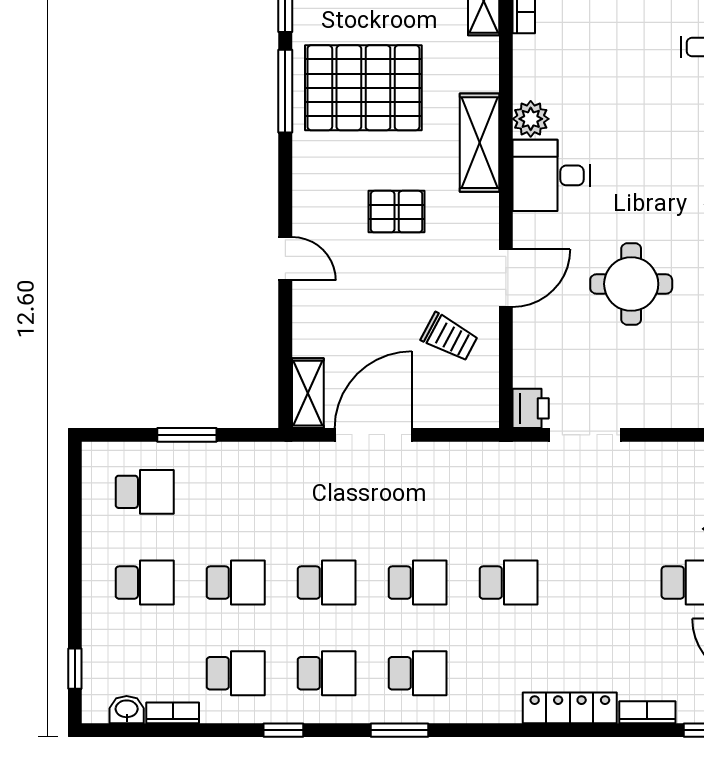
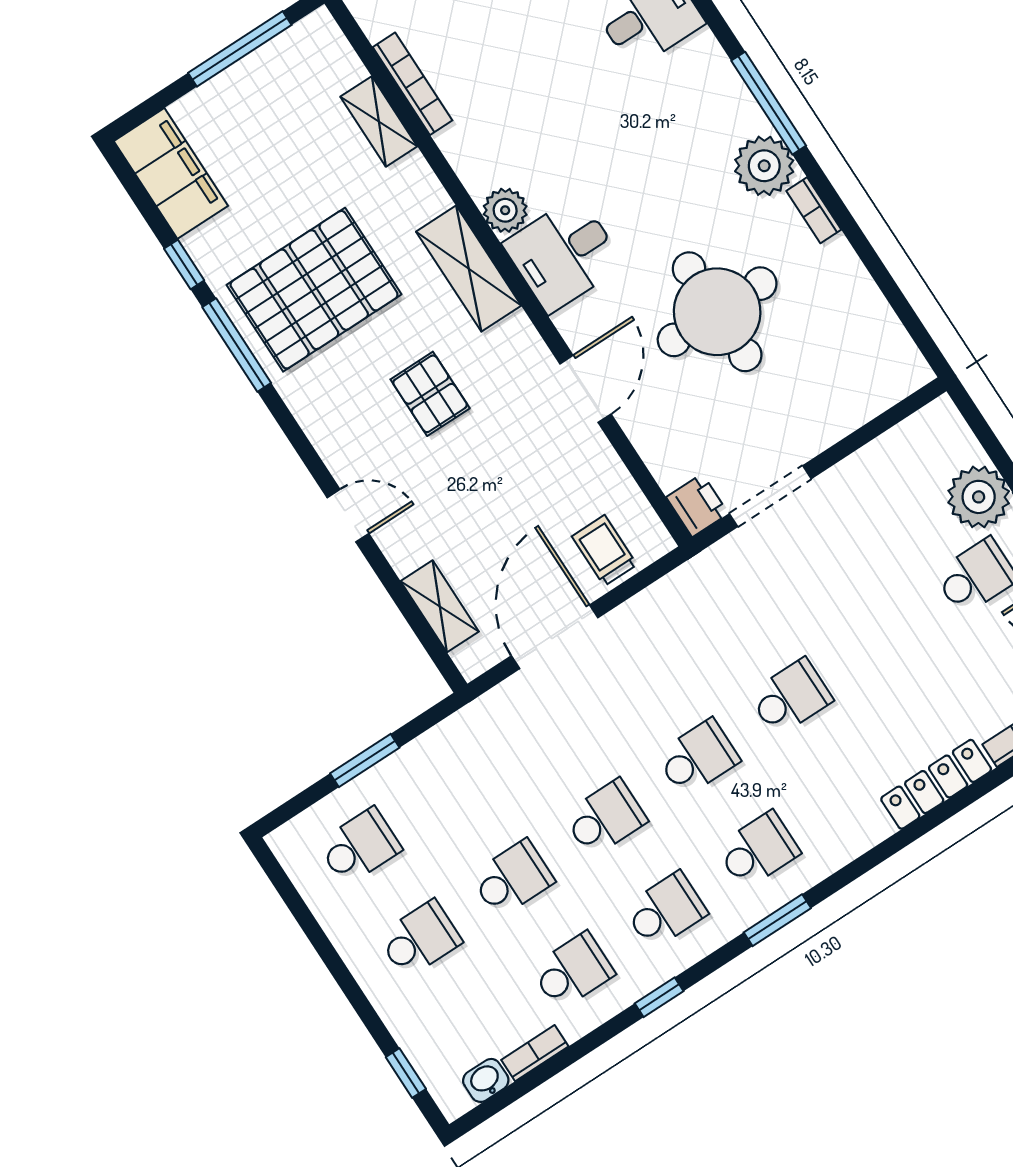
pallet: (397, 212) -> (430, 394), turned 90
round table: (631, 284) -> (717, 312), width x1.36, depth x1.36
trolley: (450, 337) -> (604, 551), moved, turned -118
shelving: (308, 393) -> (440, 606), moved

